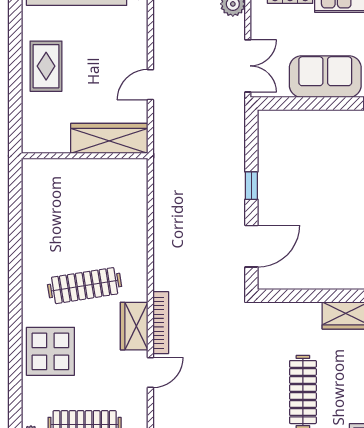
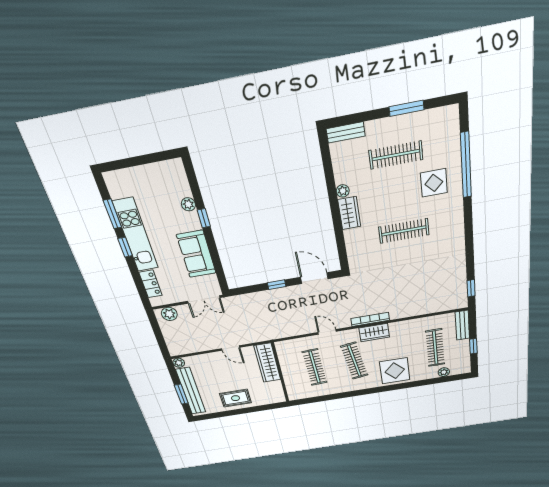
double door: (248, 66) -> (204, 299), swing flipped
clothes rail: (85, 216) -> (315, 367), added
door: (150, 373) -> (327, 332), moved

